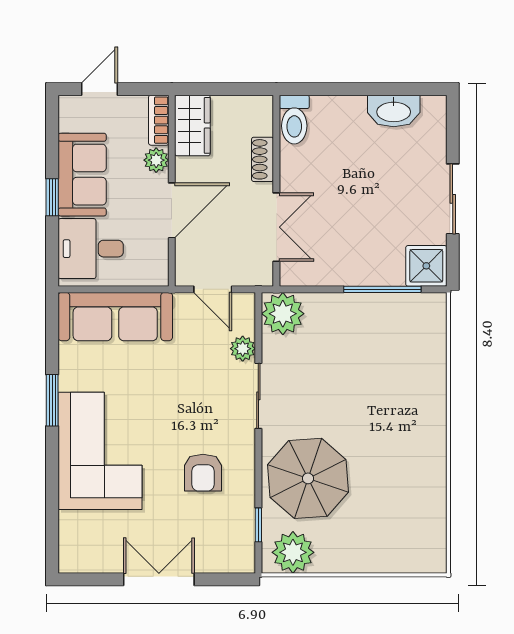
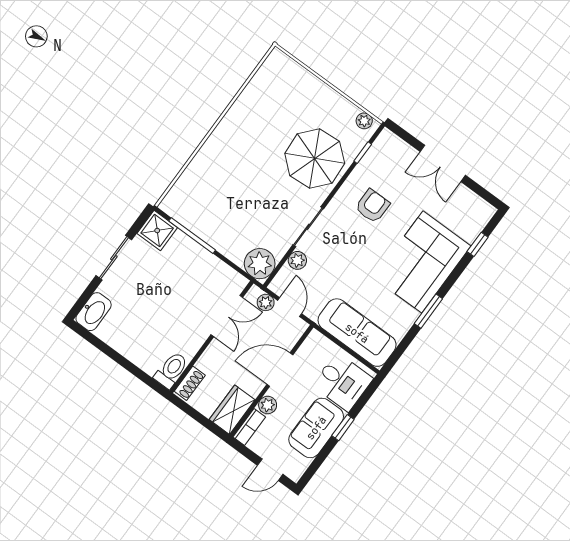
washbasin: (394, 111) -> (94, 312), moved, turned 90
shoe rack: (263, 159) -> (190, 383), moved
double door: (276, 227) -> (227, 316), swing flipped
plant: (244, 275) -> (266, 302), added
window: (52, 517) -> (478, 244), added
plant: (293, 552) -> (364, 121), width x0.53, depth x0.53

